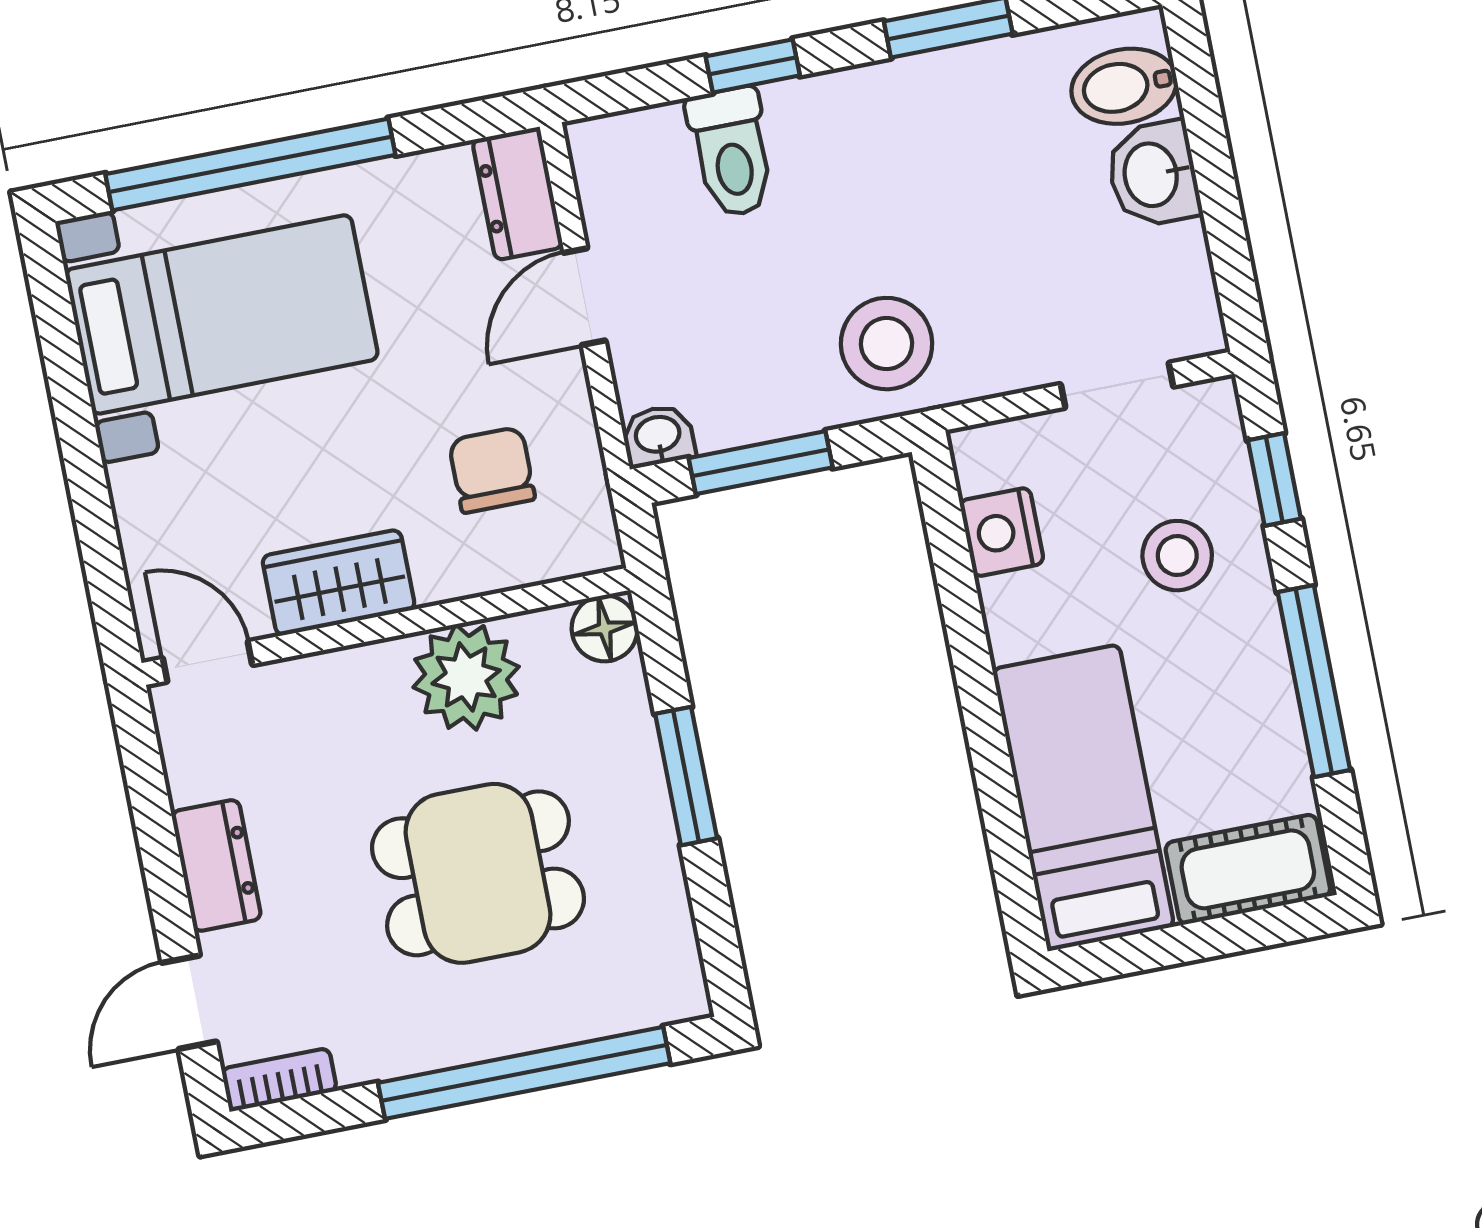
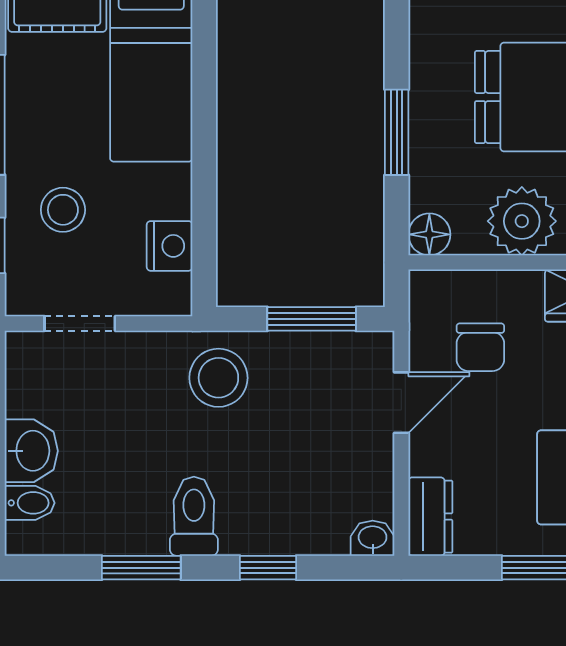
bidet: (1124, 86) -> (30, 503), width x0.72, depth x0.74
toilet: (731, 152) -> (194, 516), moved
door: (584, 297) -> (401, 403), moved
washbasin: (658, 436) -> (373, 538), moved, turned 180

